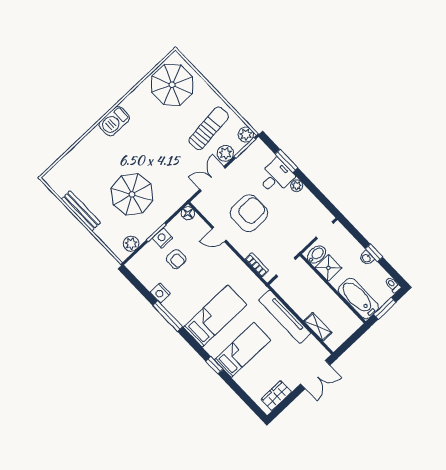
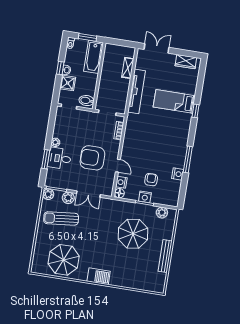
parasol: (172, 85) -> (64, 260), moved
nightstand: (198, 224) -> (121, 182), added
shower: (328, 268) -> (68, 83), moved
bed: (215, 316) -> (167, 132), removed

